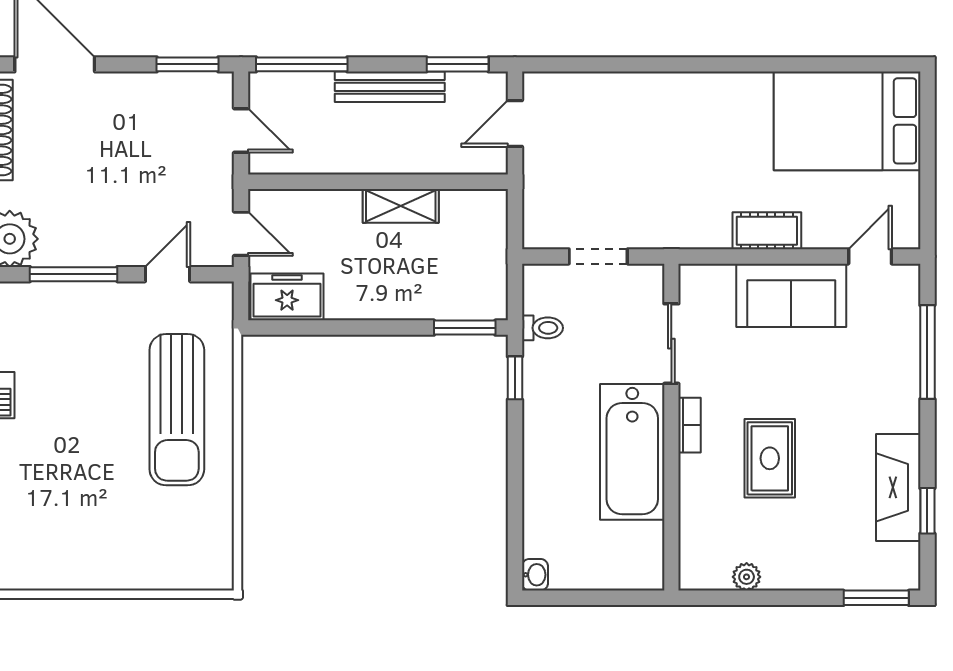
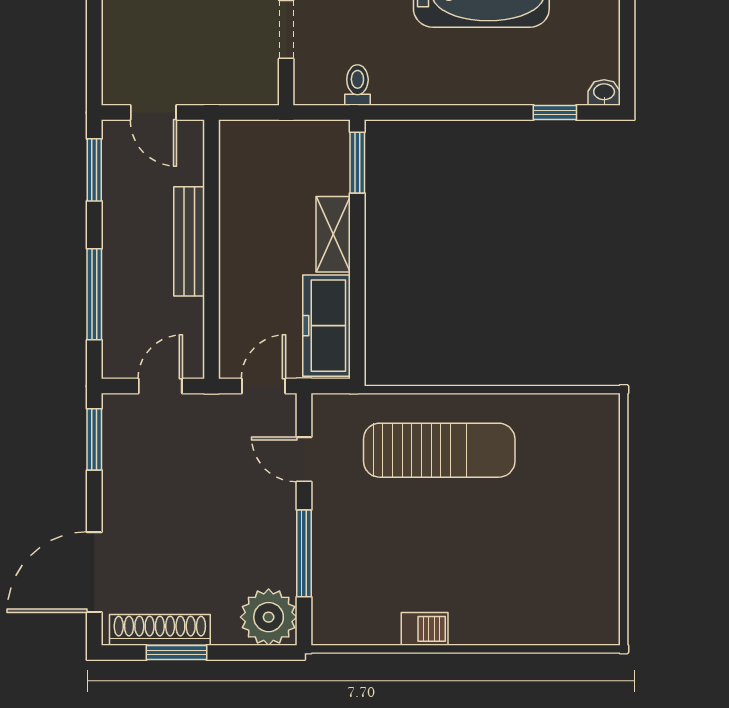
window: (302, 64) -> (94, 294), moved
bench: (390, 87) -> (189, 241), moved
shelving: (401, 206) -> (333, 234), moved
freezer: (287, 297) -> (327, 326), width x1.40
window: (515, 378) -> (555, 113), moved

